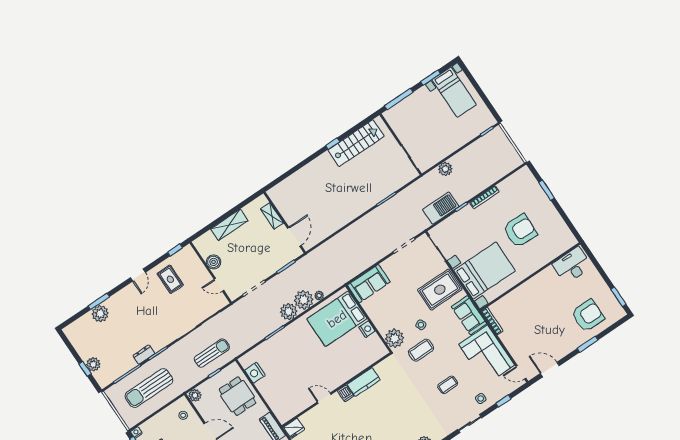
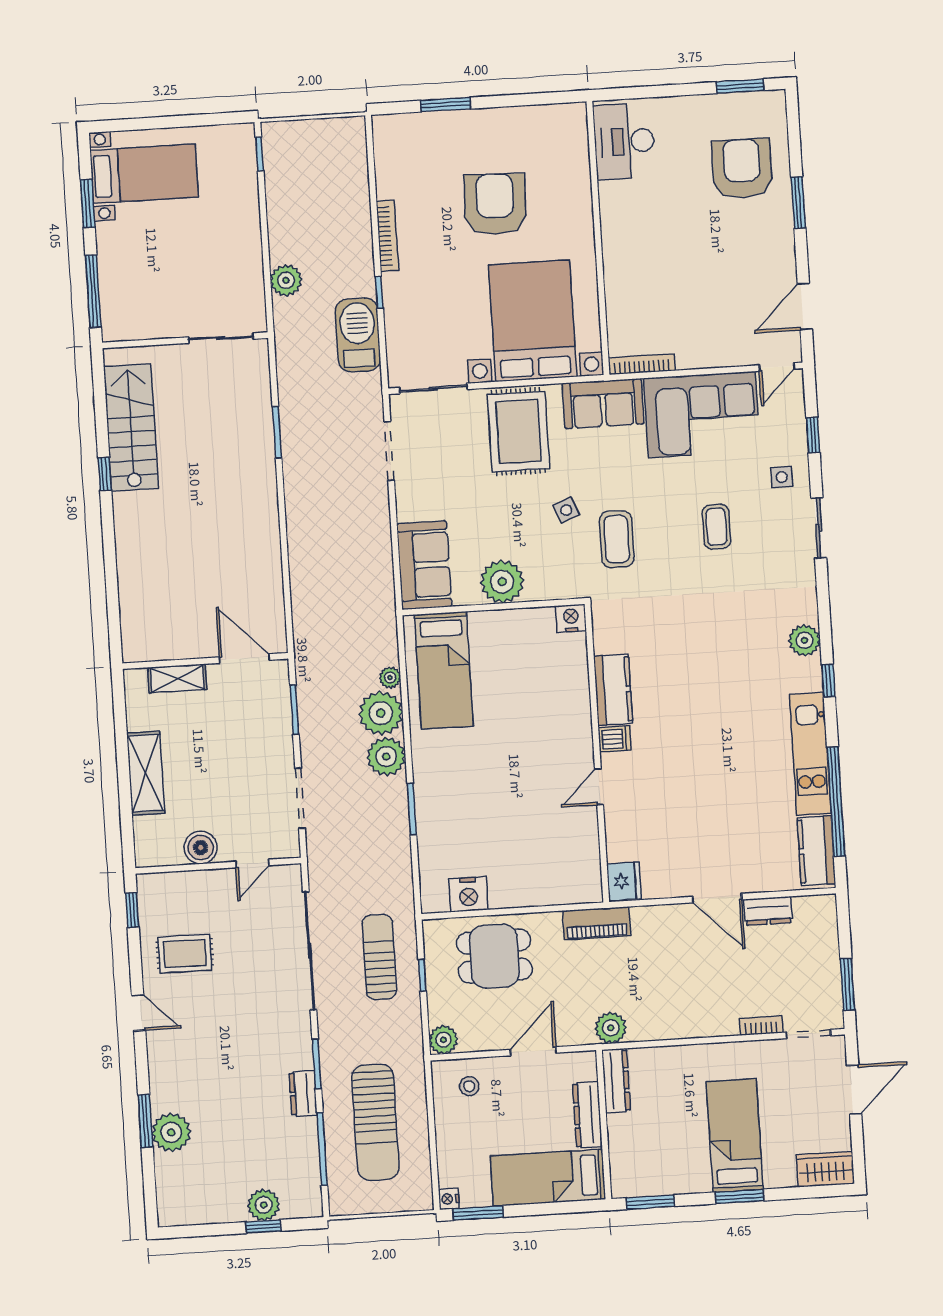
bed: (337, 319) -> (444, 670), width x0.67
nightstand: (367, 329) -> (571, 618), moved
plant: (395, 338) -> (502, 582), moved

